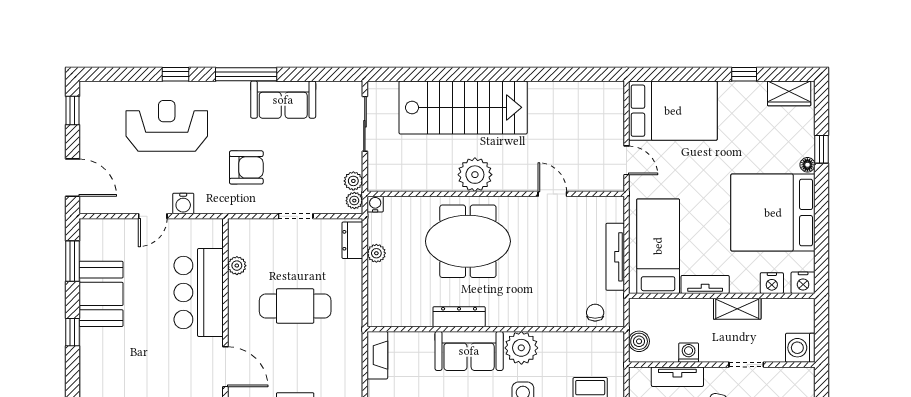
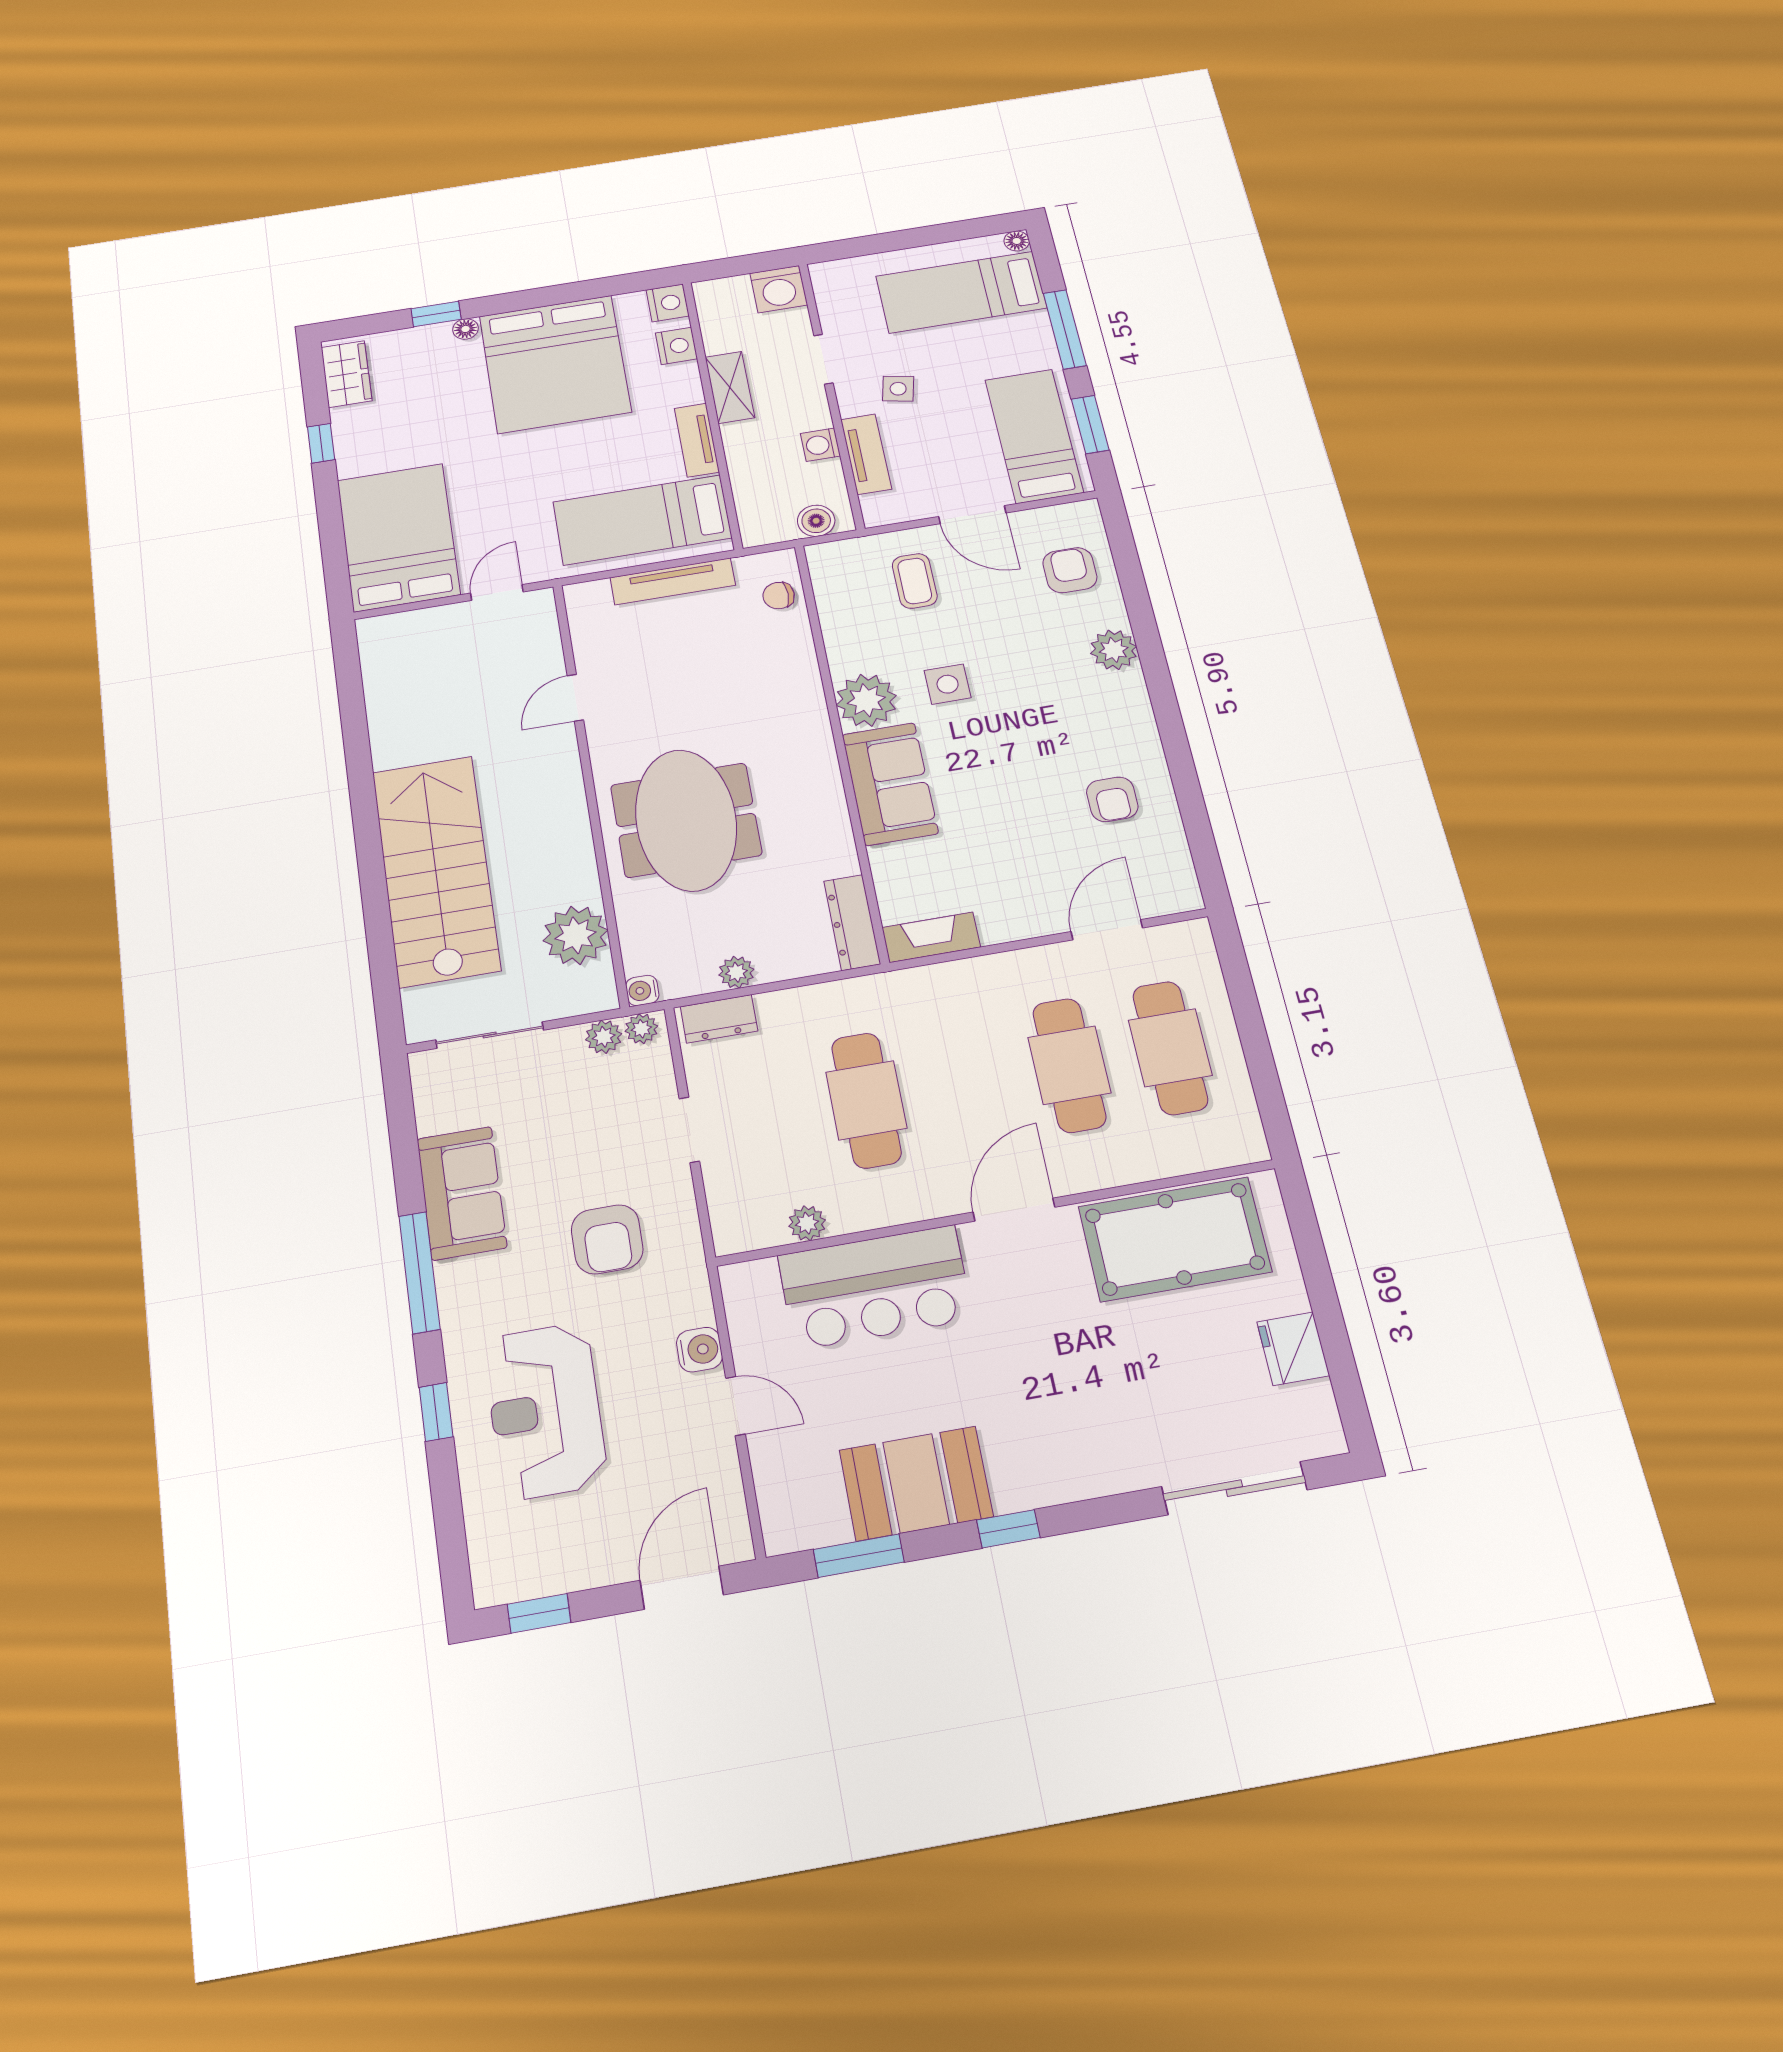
armchair: (246, 167) -> (607, 1239), turned 180
plant: (475, 175) -> (576, 935), moved
dresser: (459, 317) -> (852, 922), moved

